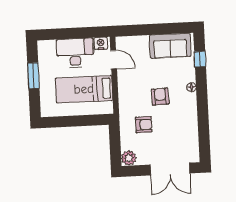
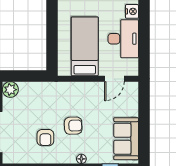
nightstand: (101, 43) -> (132, 11), moved
armchair: (144, 125) -> (45, 138), moved

